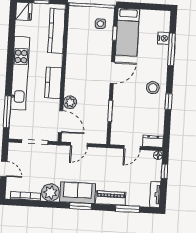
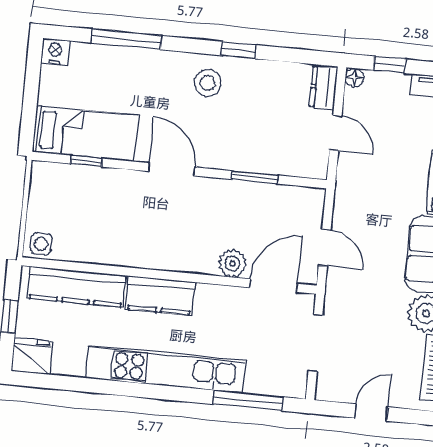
side table: (100, 24) -> (41, 244), moved
nightstand: (163, 38) -> (55, 52), moved
kitchen counter: (53, 83) -> (160, 296), moved

